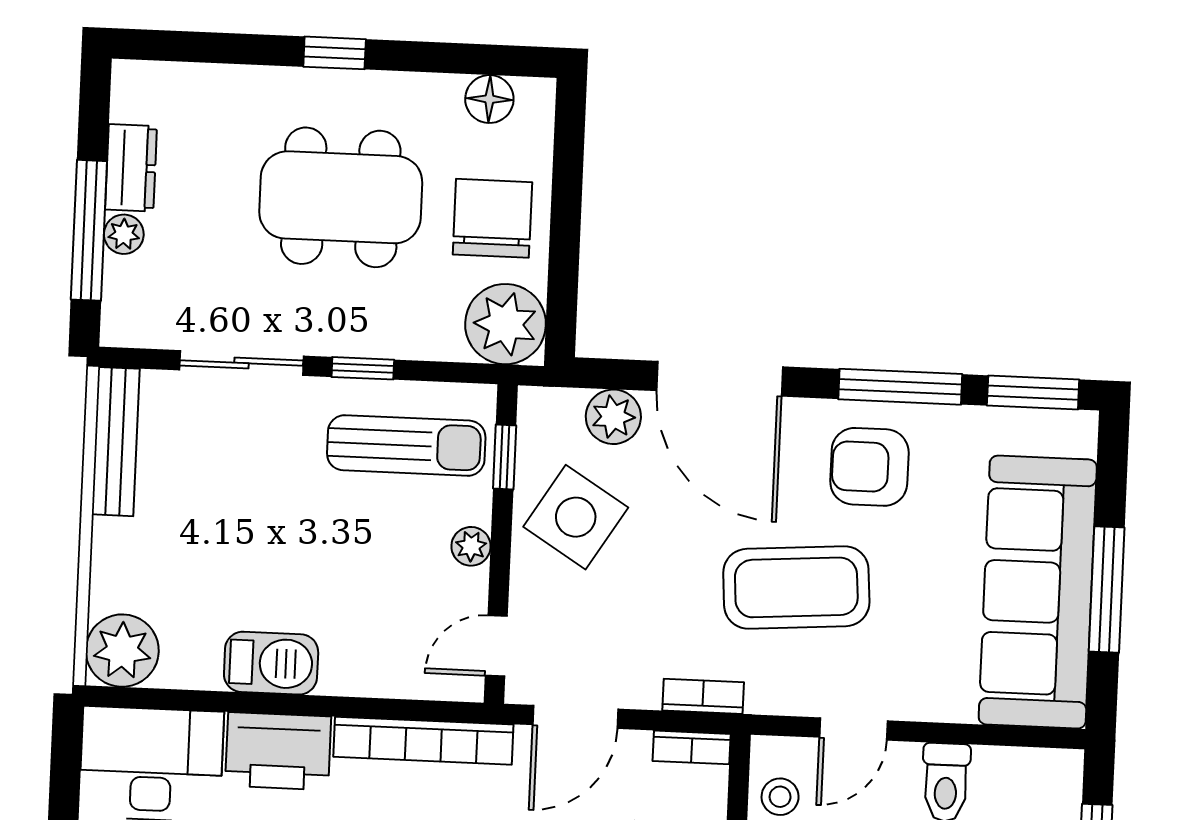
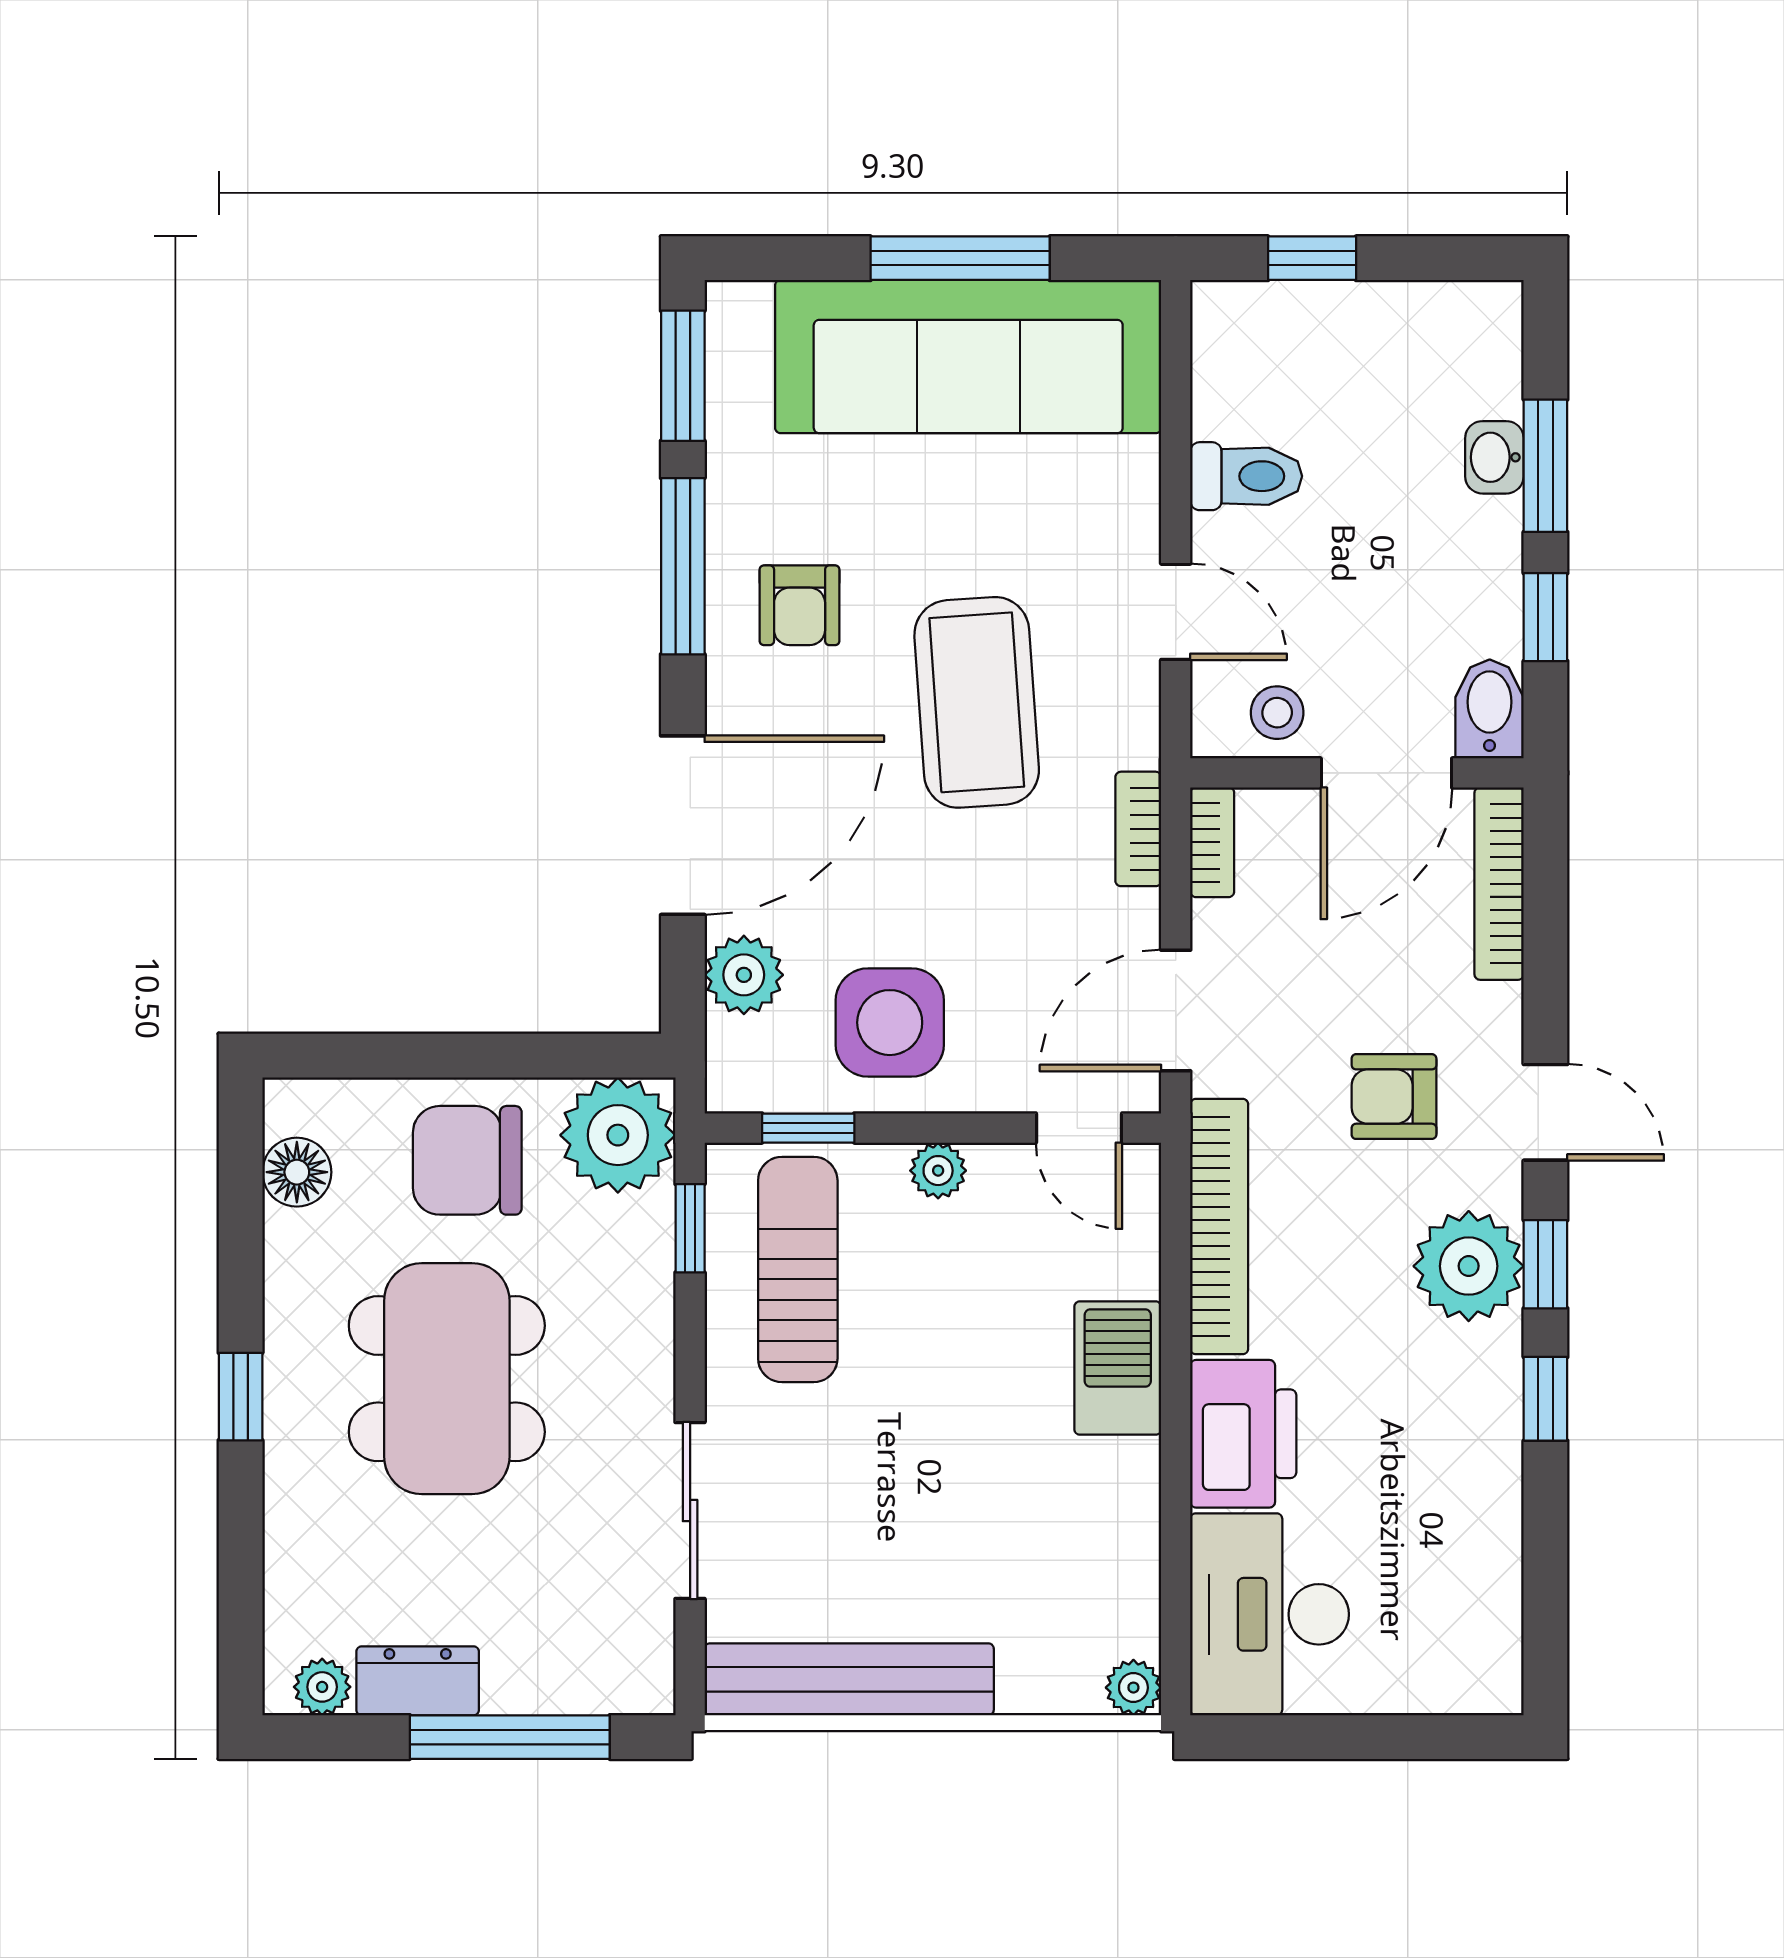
plant: (124, 234) -> (322, 1687), moved
window: (363, 368) -> (690, 1228), moved
bench: (116, 442) -> (849, 1679), width x1.37, depth x1.21
armchair: (869, 467) -> (800, 605), width x0.72, depth x0.72
side table: (576, 517) -> (890, 1023), turned -32
plant: (122, 651) -> (1133, 1688), width x0.53, depth x0.53
barbecue: (271, 663) -> (1118, 1368), moved
door: (575, 717) -> (1176, 1010), swing flipped

